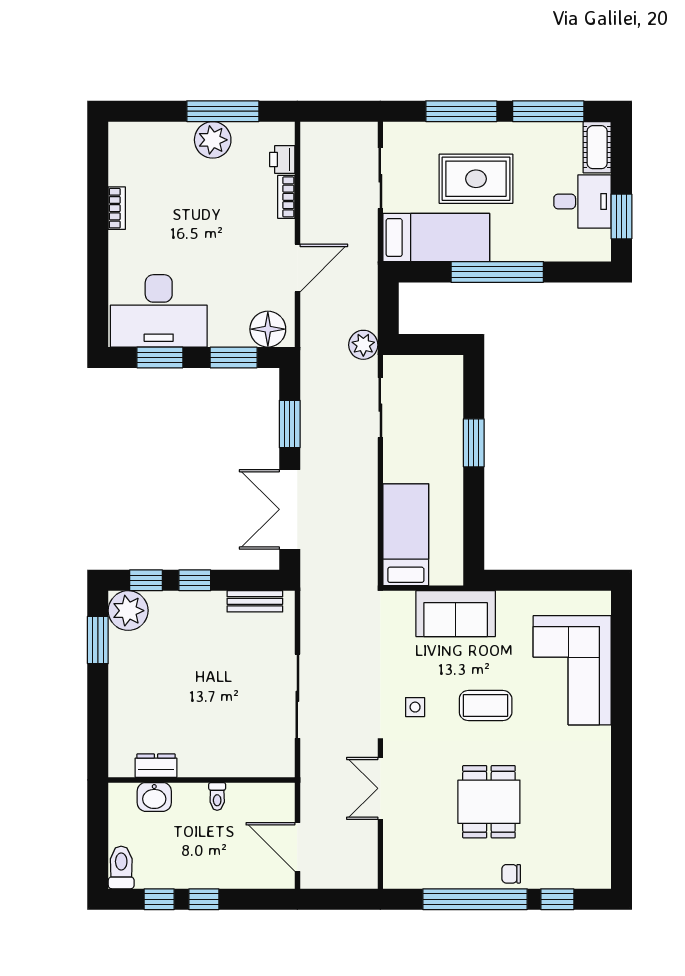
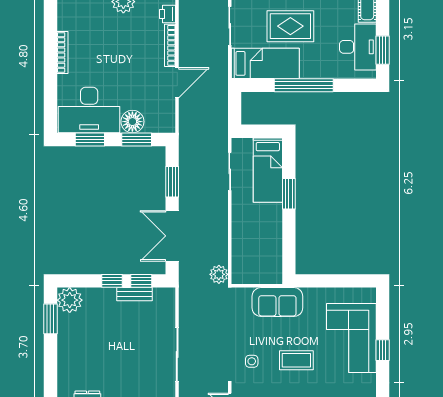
bookcase: (286, 197) -> (170, 45), width x1.56
desk: (582, 201) -> (358, 47), width x1.37
bookcase: (117, 208) -> (62, 52), width x1.56
floor lamp: (268, 329) -> (132, 122), moved
plant: (363, 345) -> (219, 274), moved
bed: (406, 535) -> (268, 170), moved, turned 180
window: (146, 580) -> (141, 281), moved
bench: (255, 601) -> (134, 294), moved
window: (621, 689) -> (383, 350), added

